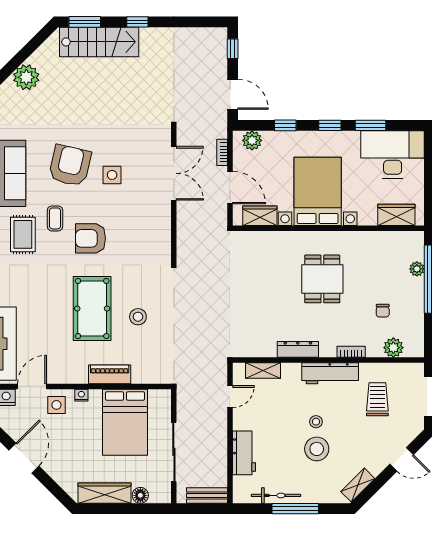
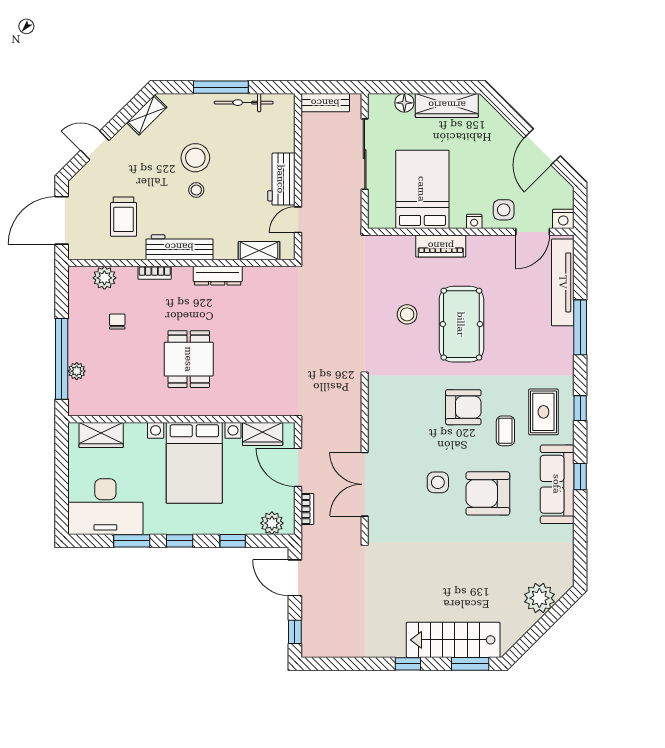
armchair: (70, 166) -> (488, 493), turned 77
workbench: (244, 453) -> (281, 179), moved

